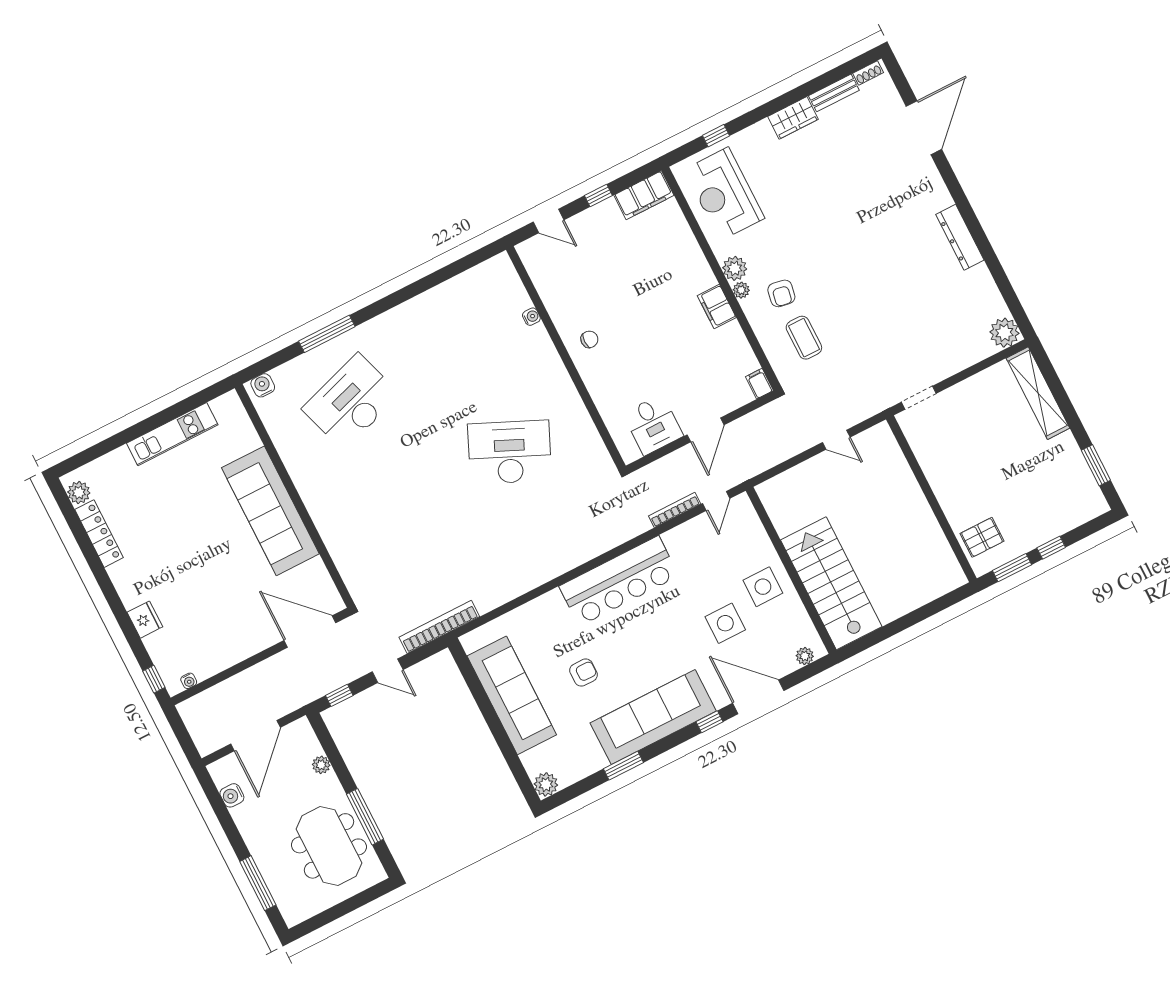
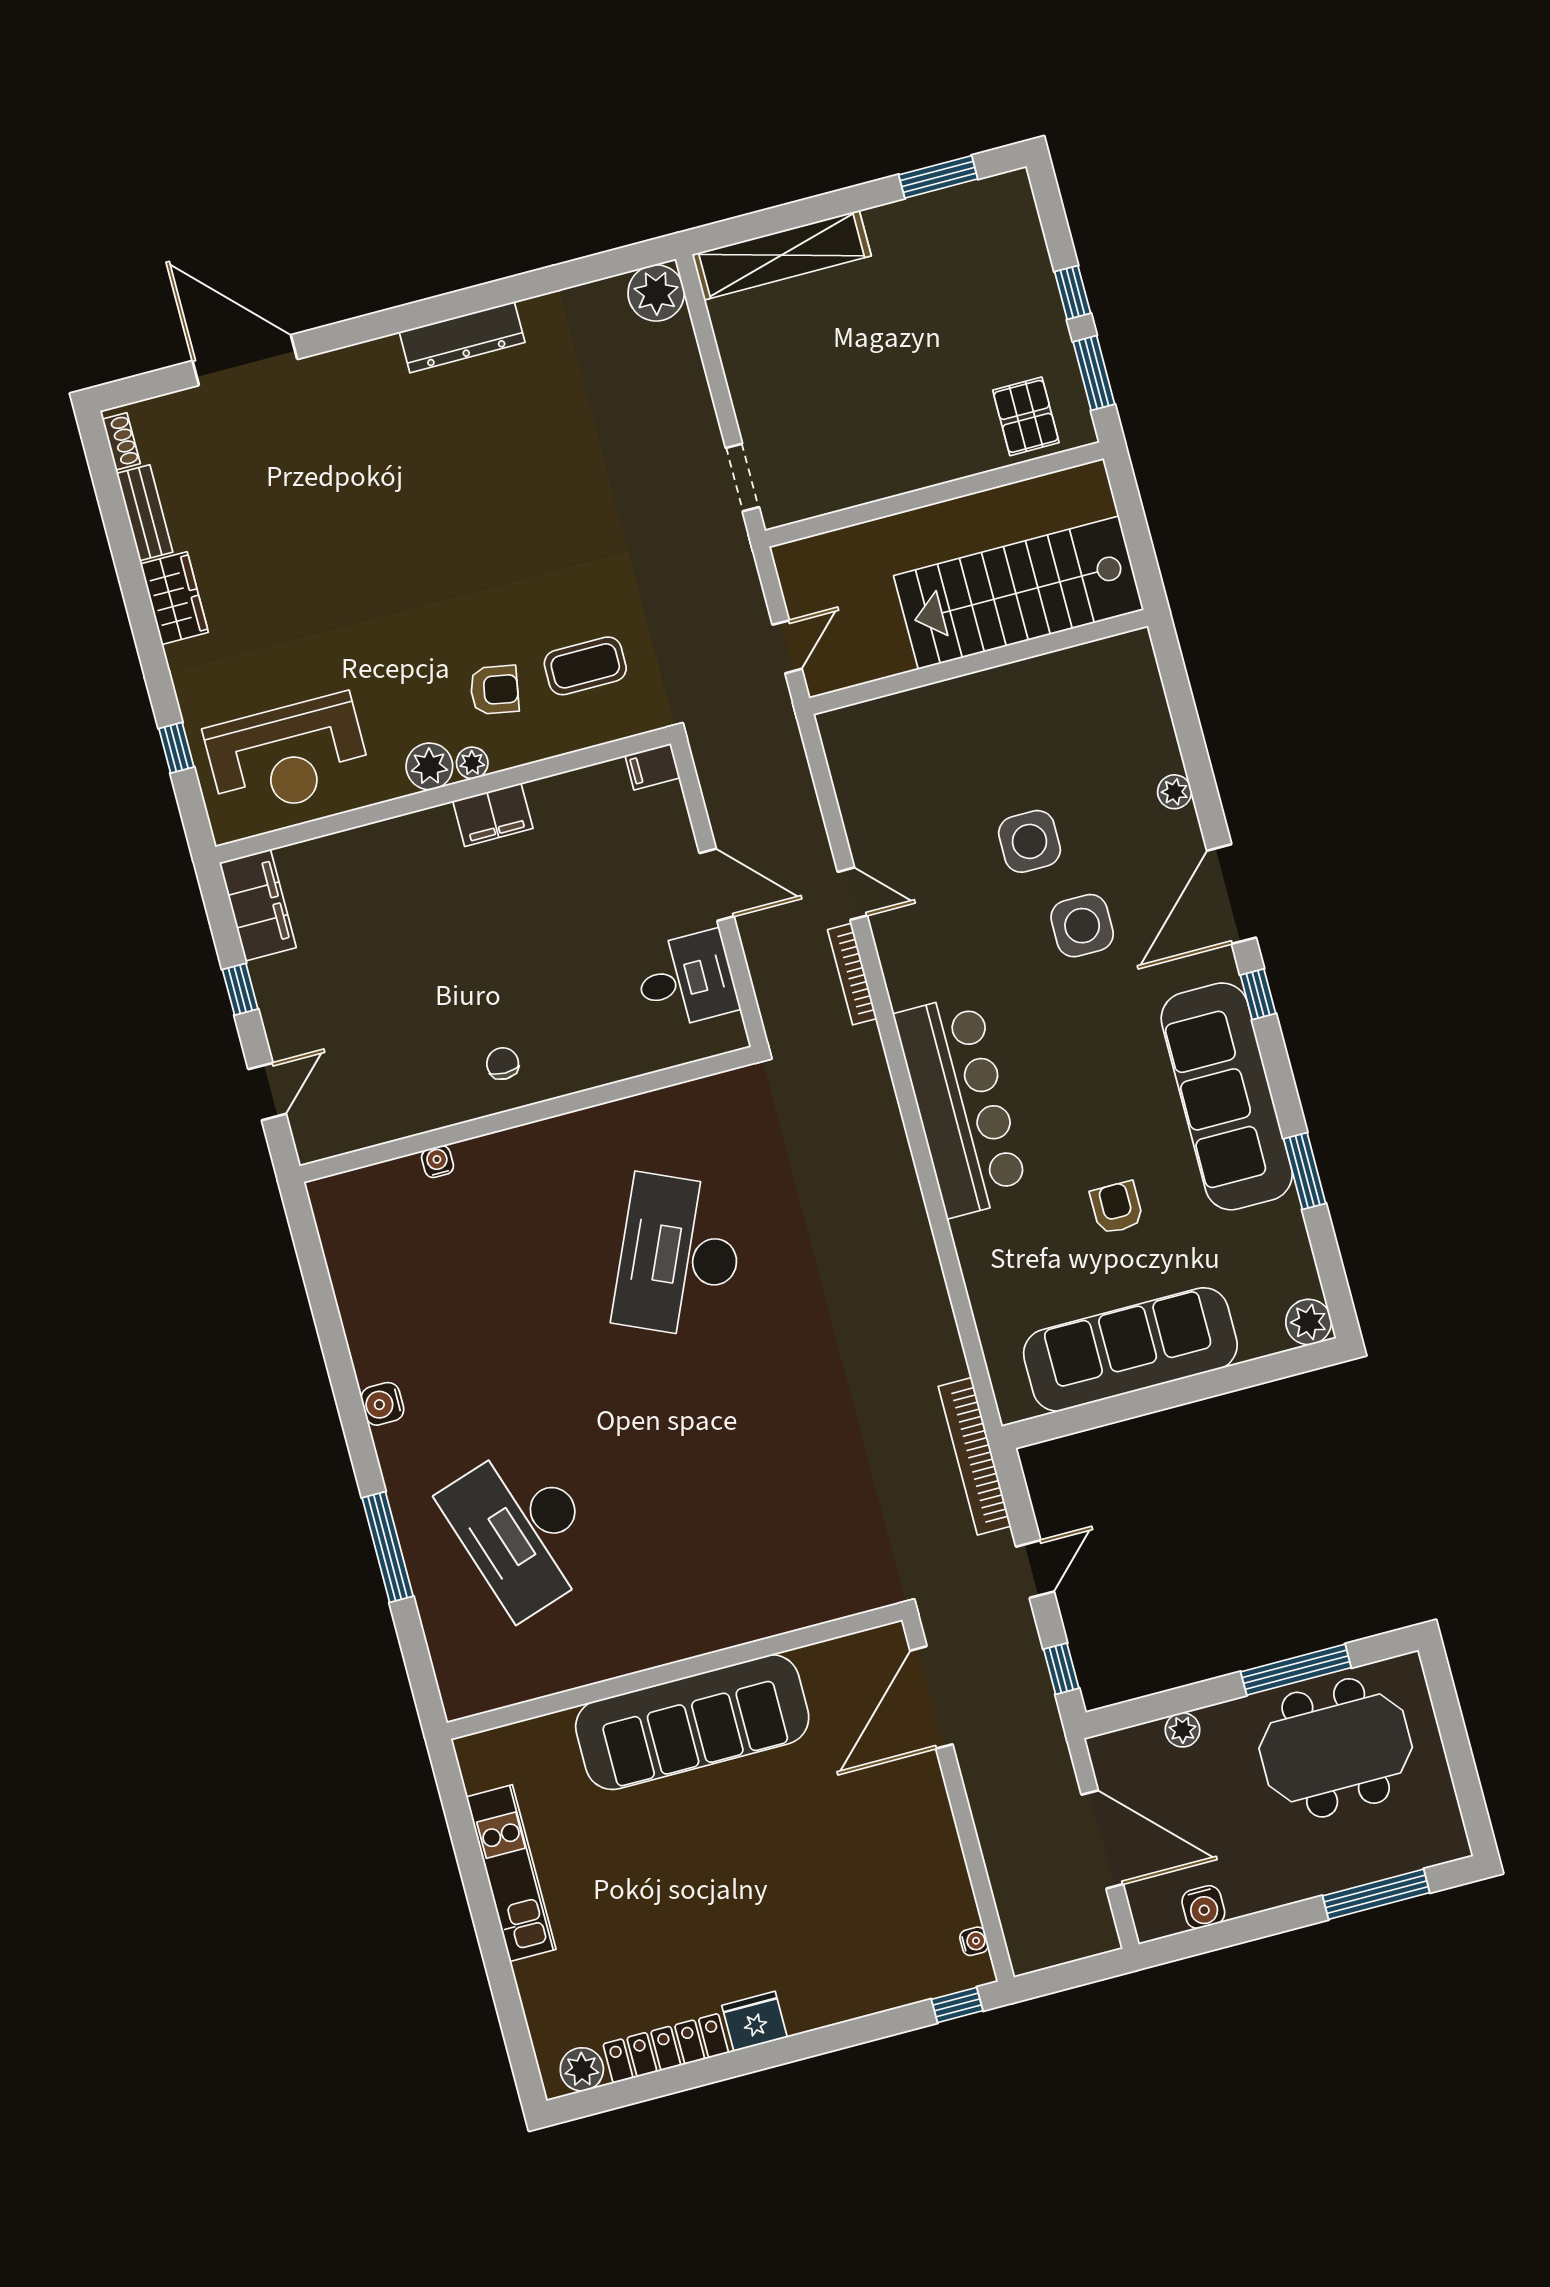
water cooler: (263, 385) -> (382, 1404), moved
wall: (791, 570) -> (979, 662), moved
stairs: (831, 583) -> (1019, 593), moved
fridge: (145, 620) -> (755, 2021), moved

